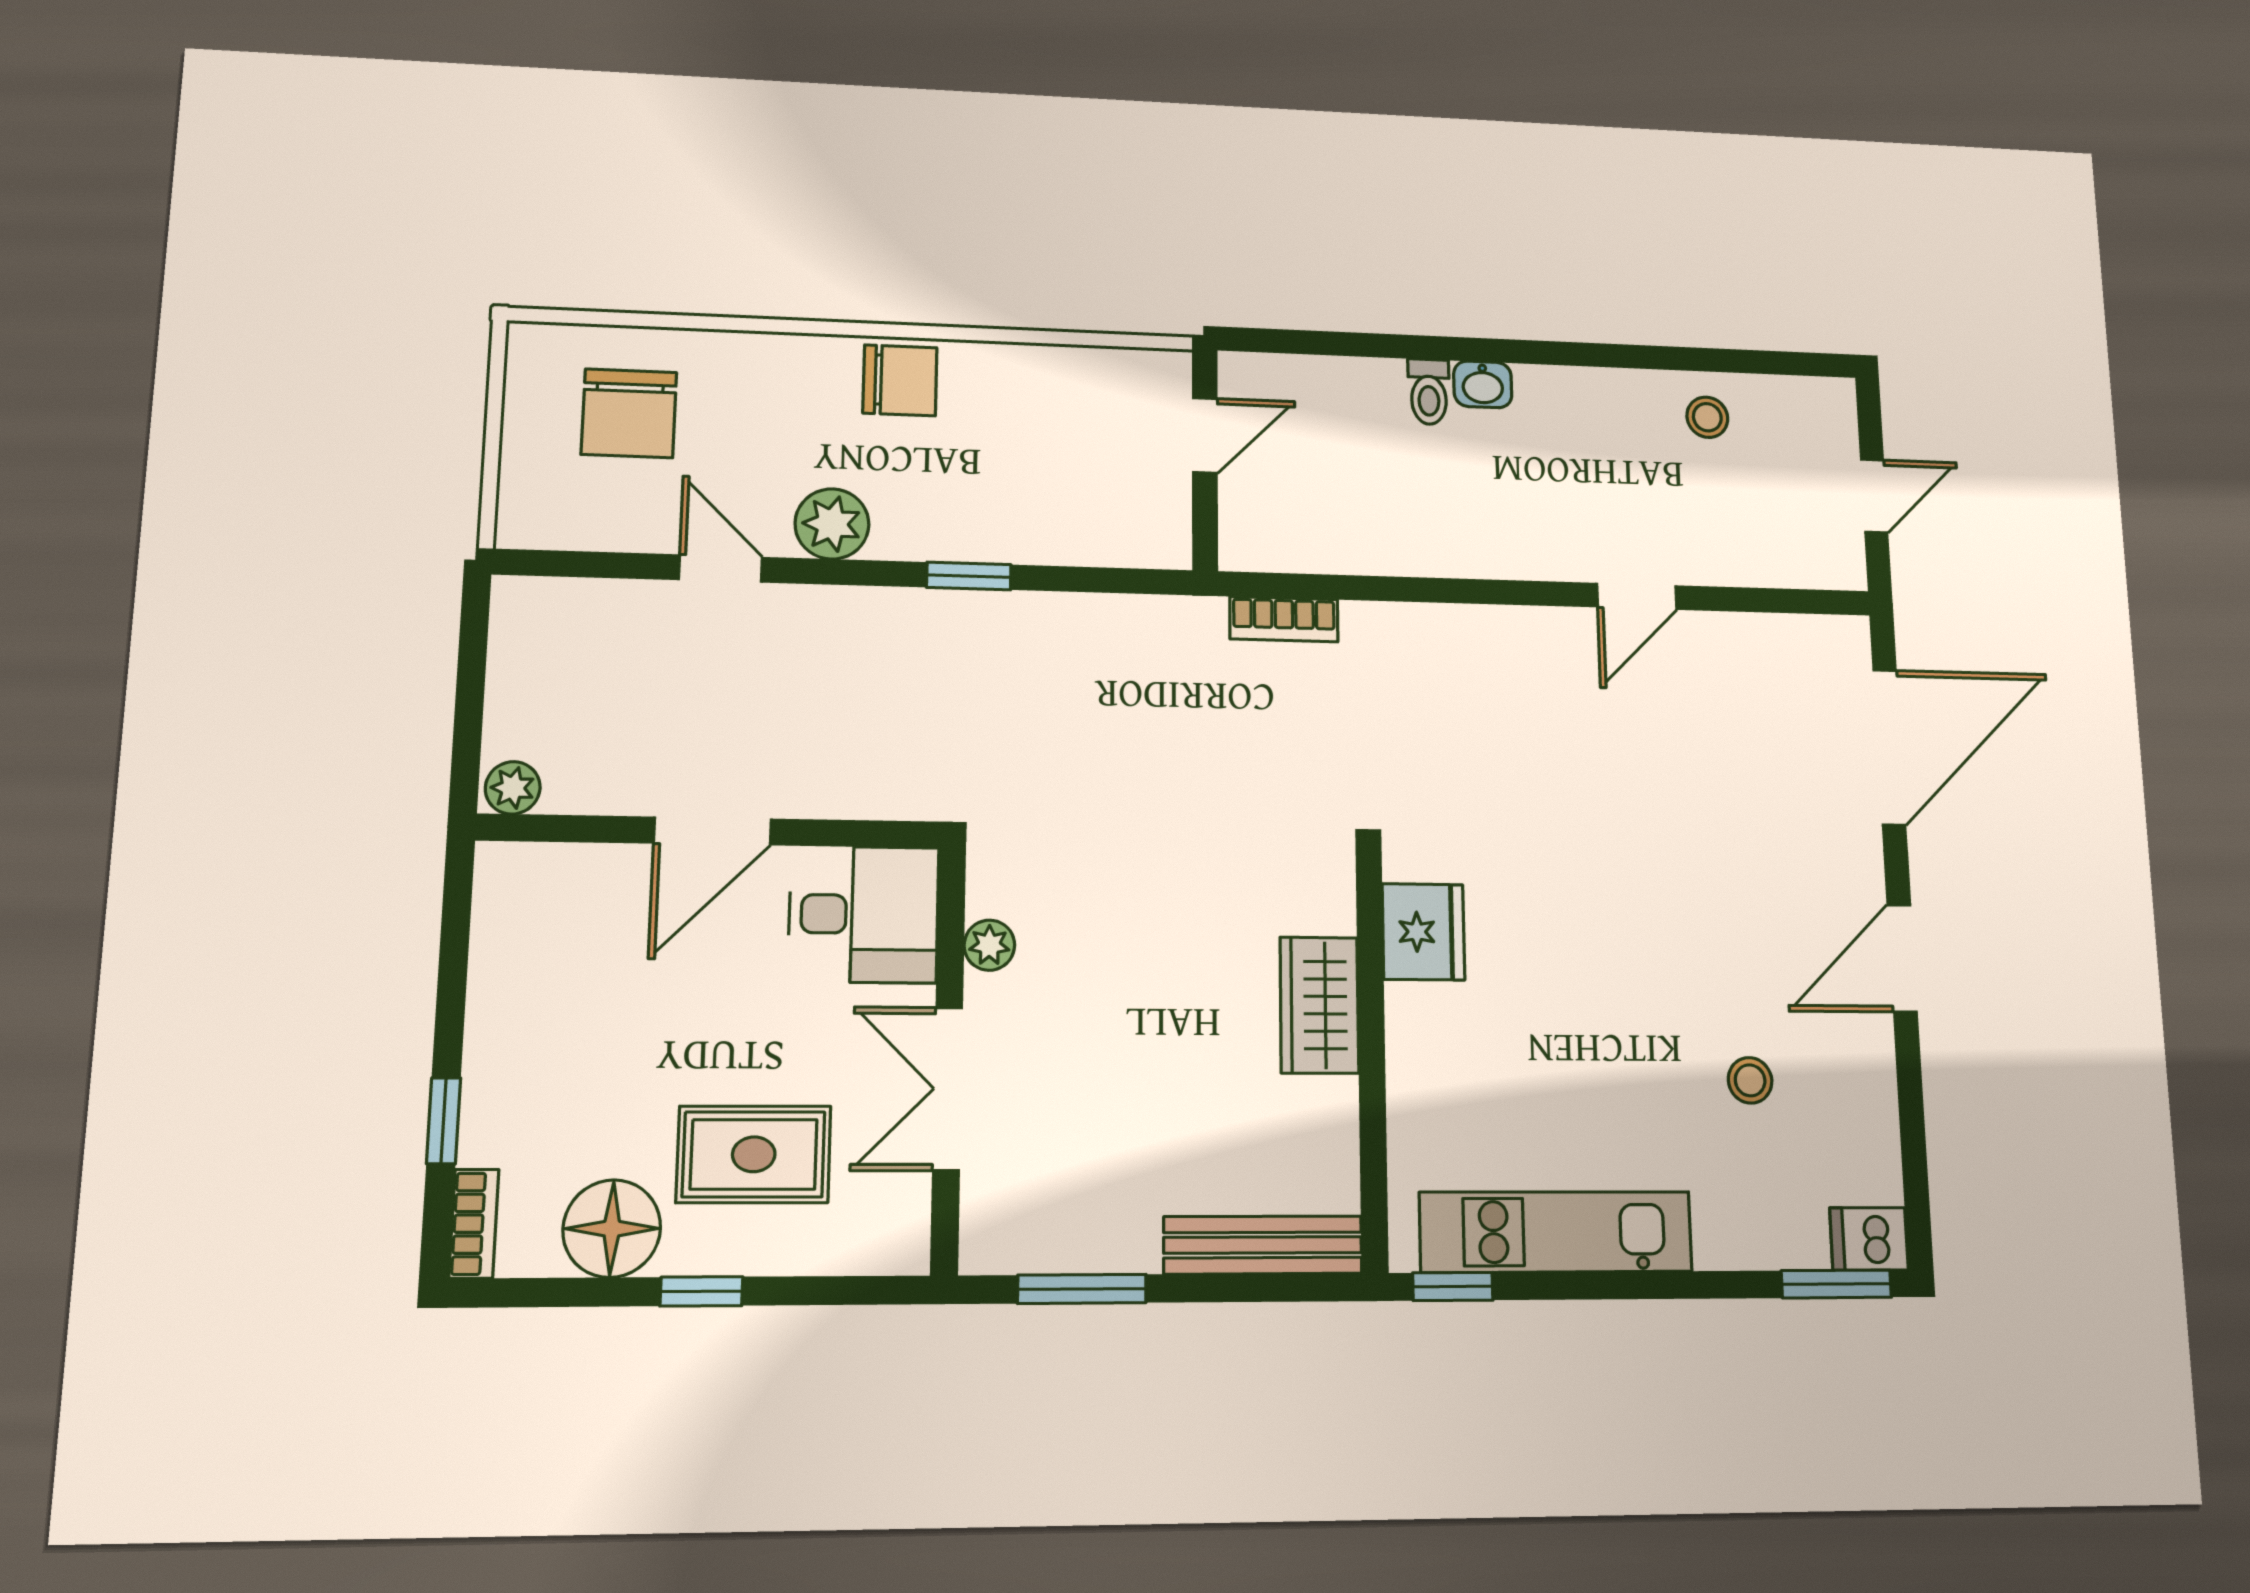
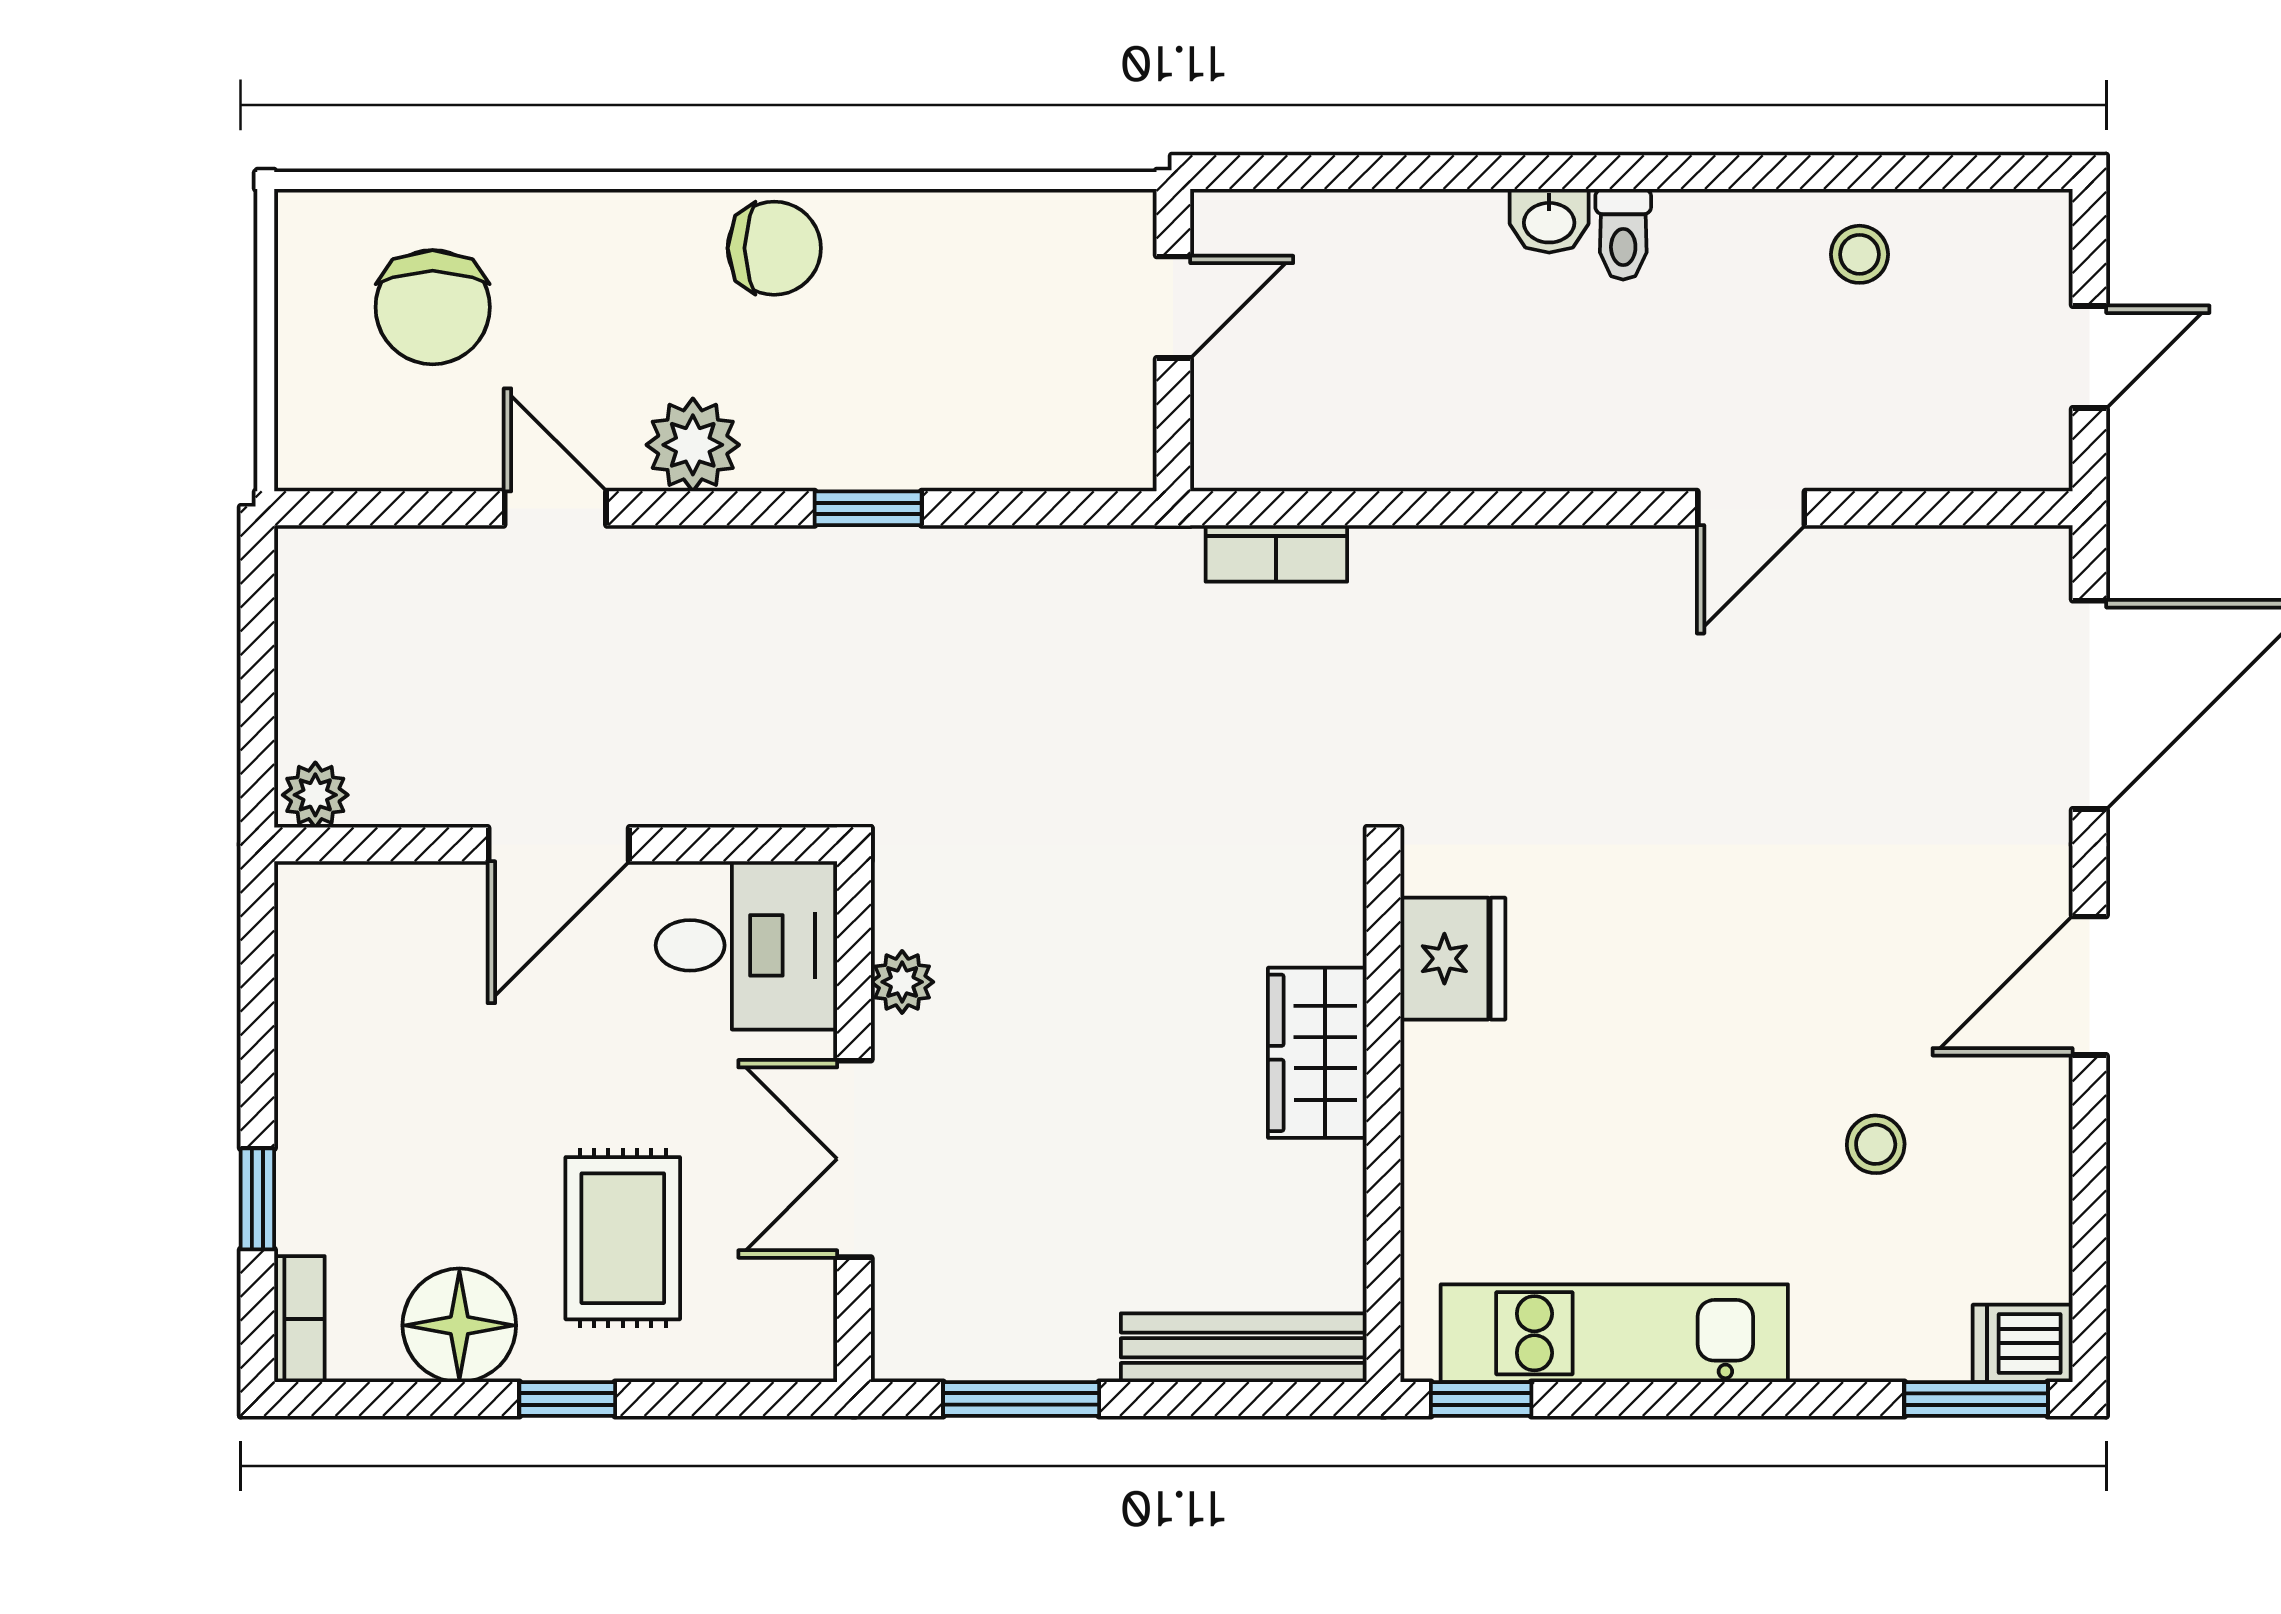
toilet: (1429, 392) -> (1623, 234), moved
rug: (754, 1154) -> (623, 1238), turned 90

